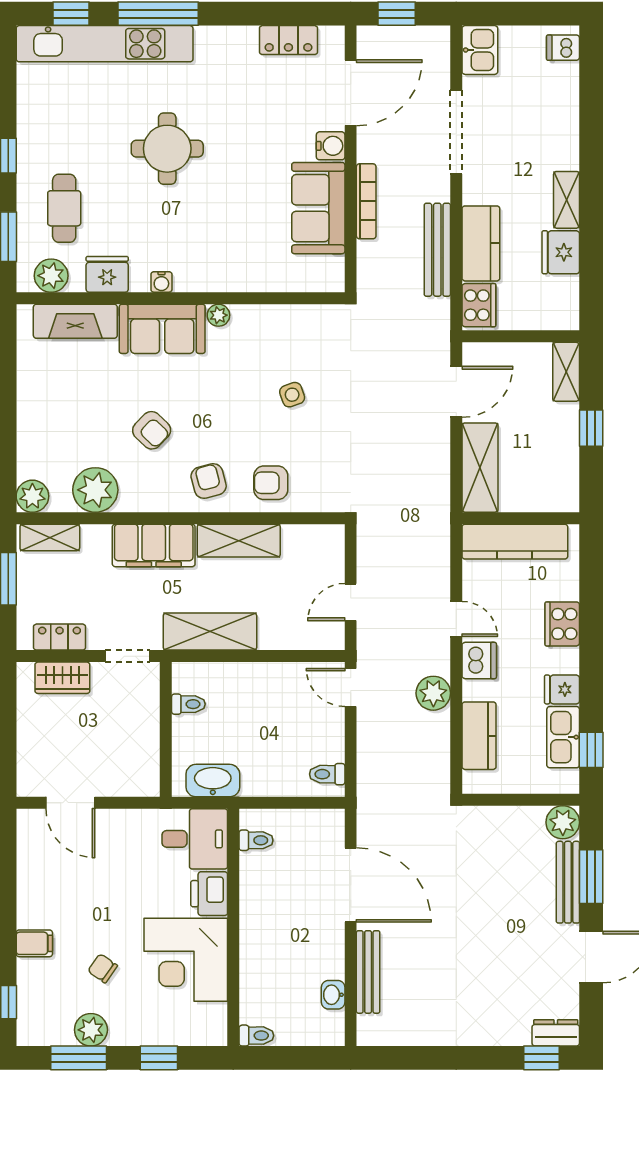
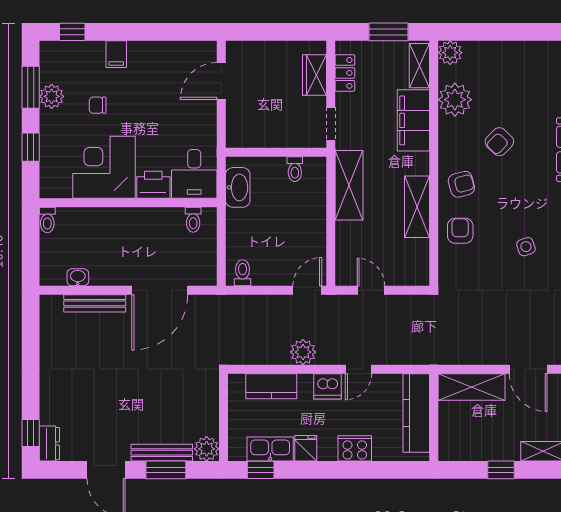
filing cabinet: (154, 545) -> (413, 120), moved
chair: (103, 968) -> (98, 105), turned -125

